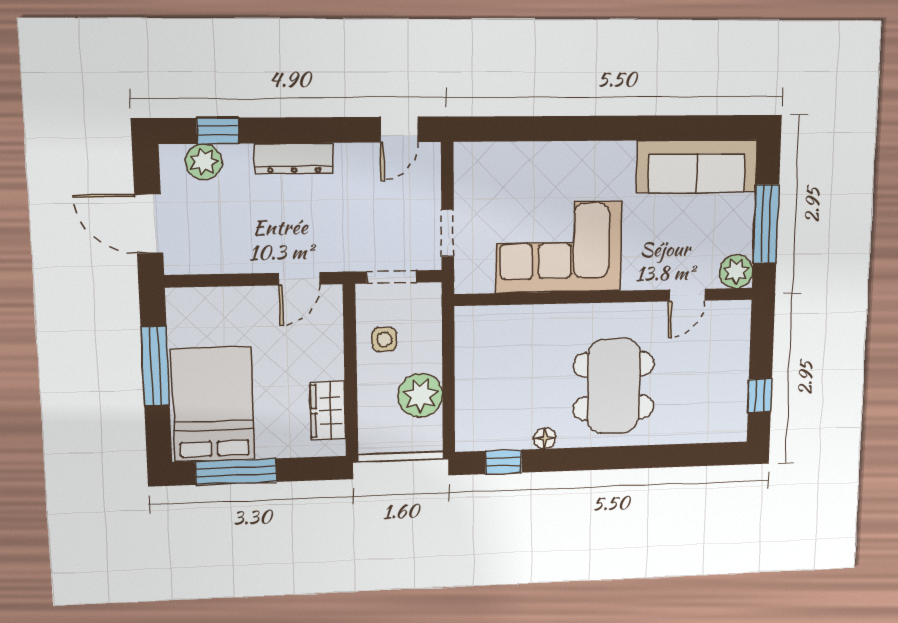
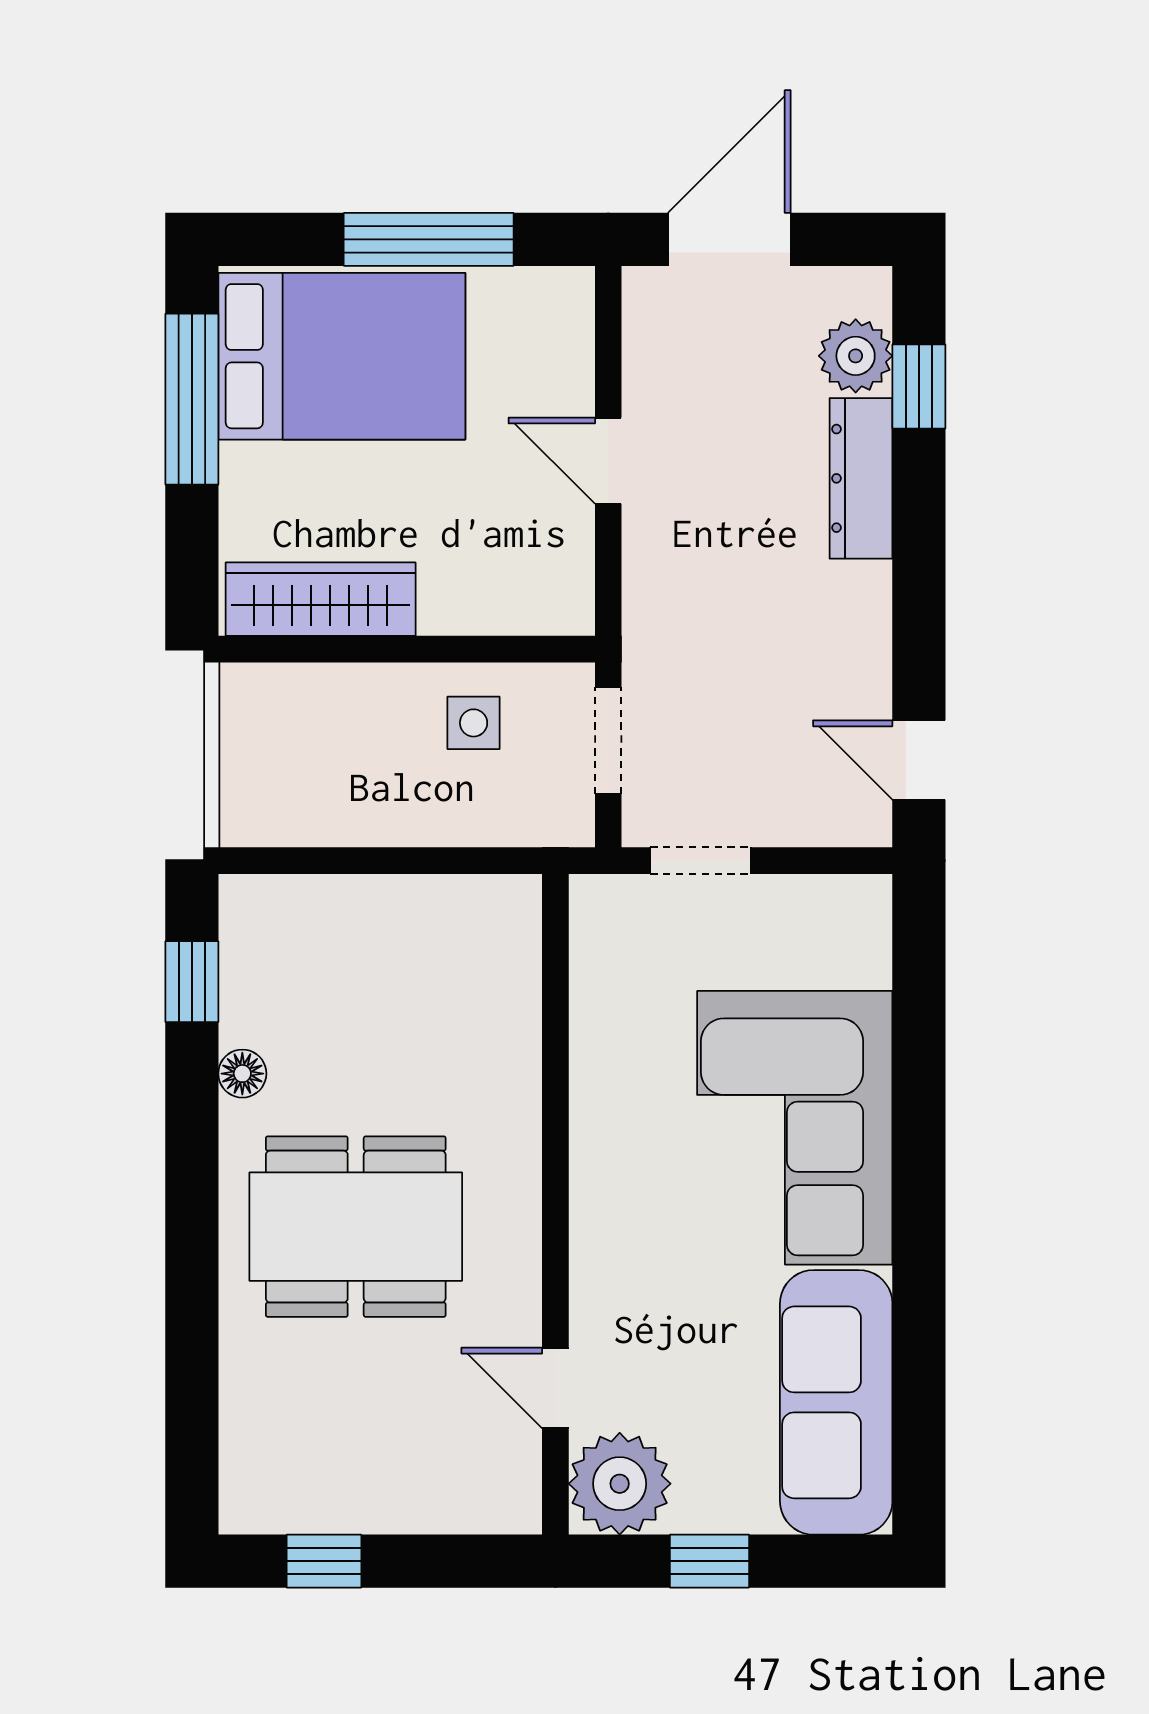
dresser: (294, 158) -> (861, 478), moved
window: (766, 224) -> (709, 1561), width x0.46
corner sofa: (559, 247) -> (795, 1128), moved, turned 180
plant: (736, 271) -> (620, 1484), width x1.36, depth x1.36
door: (299, 279) -> (608, 461), moved
plant: (420, 395) -> (348, 799), removed
wardrobe: (328, 410) -> (321, 599), width x1.50

